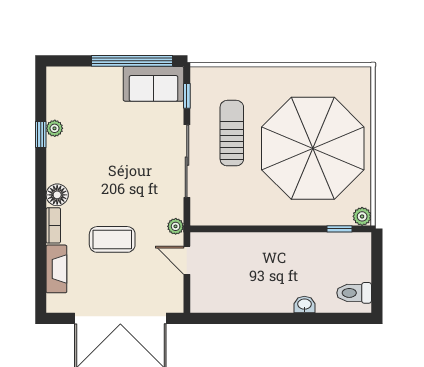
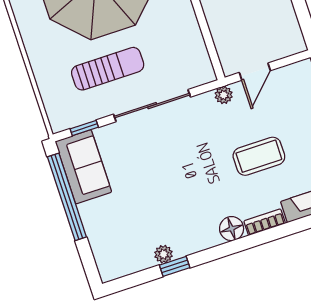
sun lounger: (232, 133) -> (108, 69), turned 180
coffee table: (112, 239) -> (259, 156), turned 90

